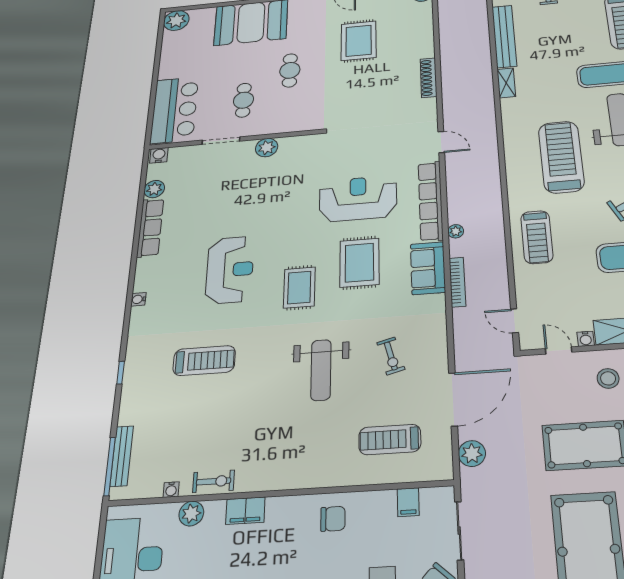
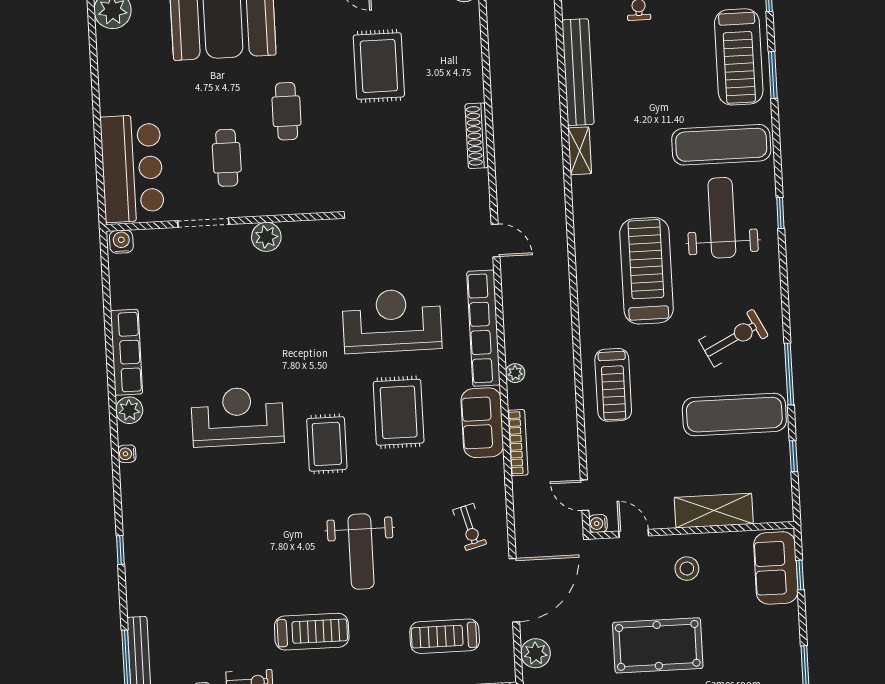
plant: (154, 189) -> (129, 410), moved
reception desk: (230, 270) -> (237, 417), turned -90
water cooler: (586, 339) -> (598, 523), moved, turned 90
exercise bike: (391, 356) -> (470, 527), moved
treadmill: (204, 361) -> (312, 632), moved

